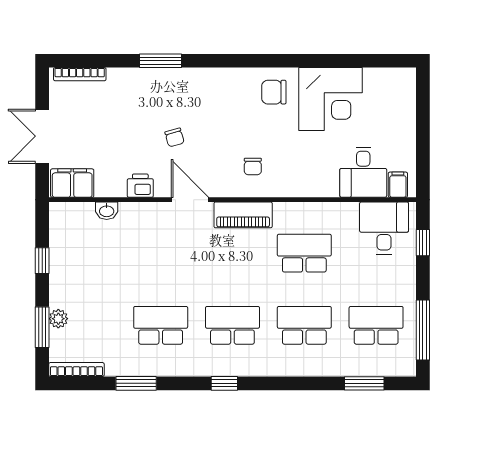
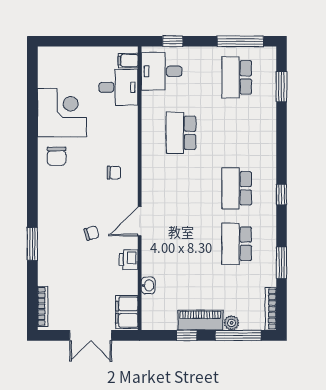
piano: (243, 215) -> (200, 320), moved, turned -90
school desk: (304, 325) -> (237, 133), removed
window: (42, 327) -> (238, 335), width x1.44

